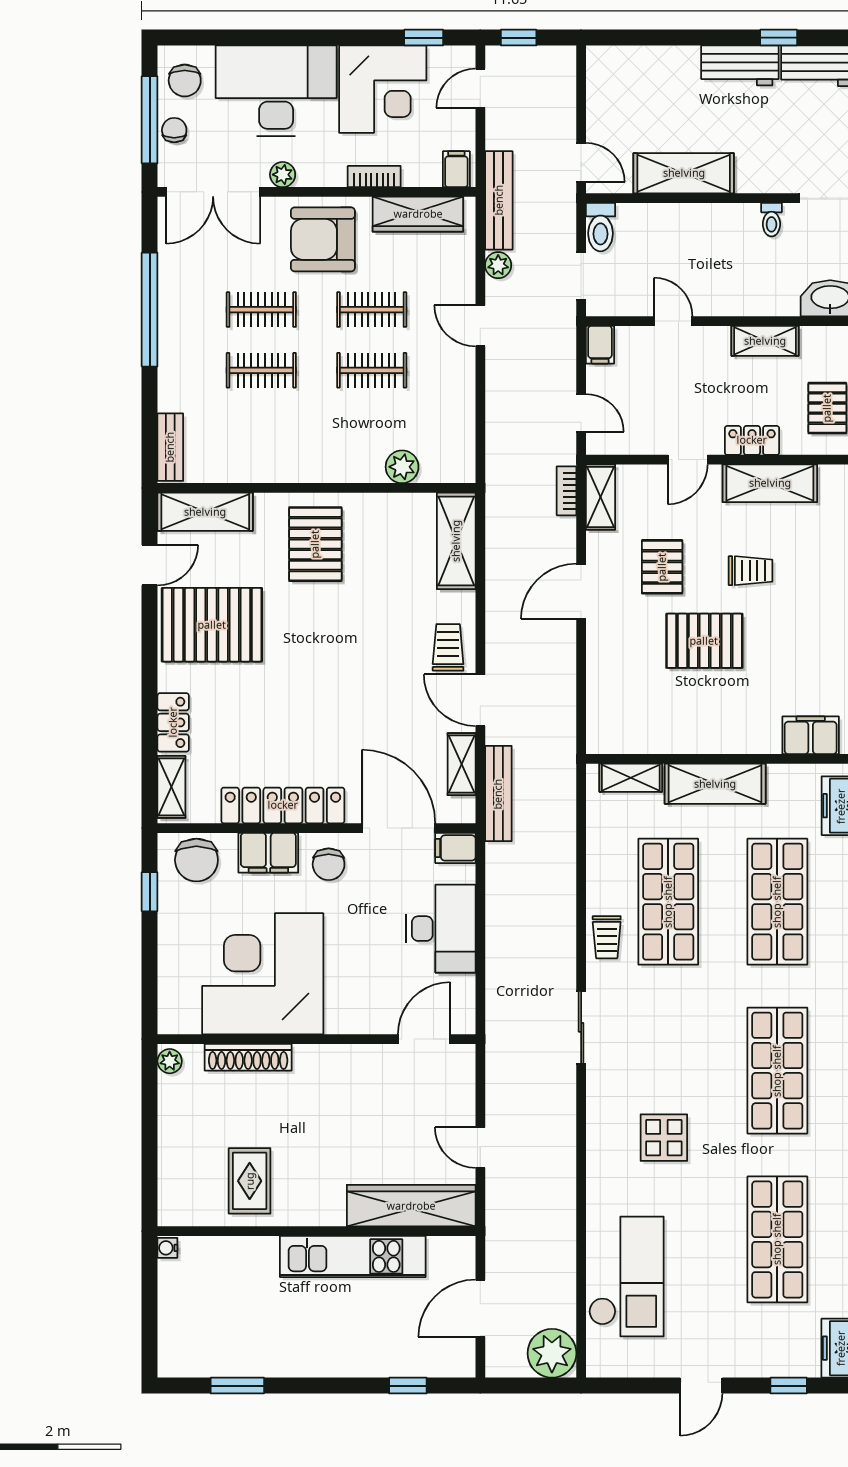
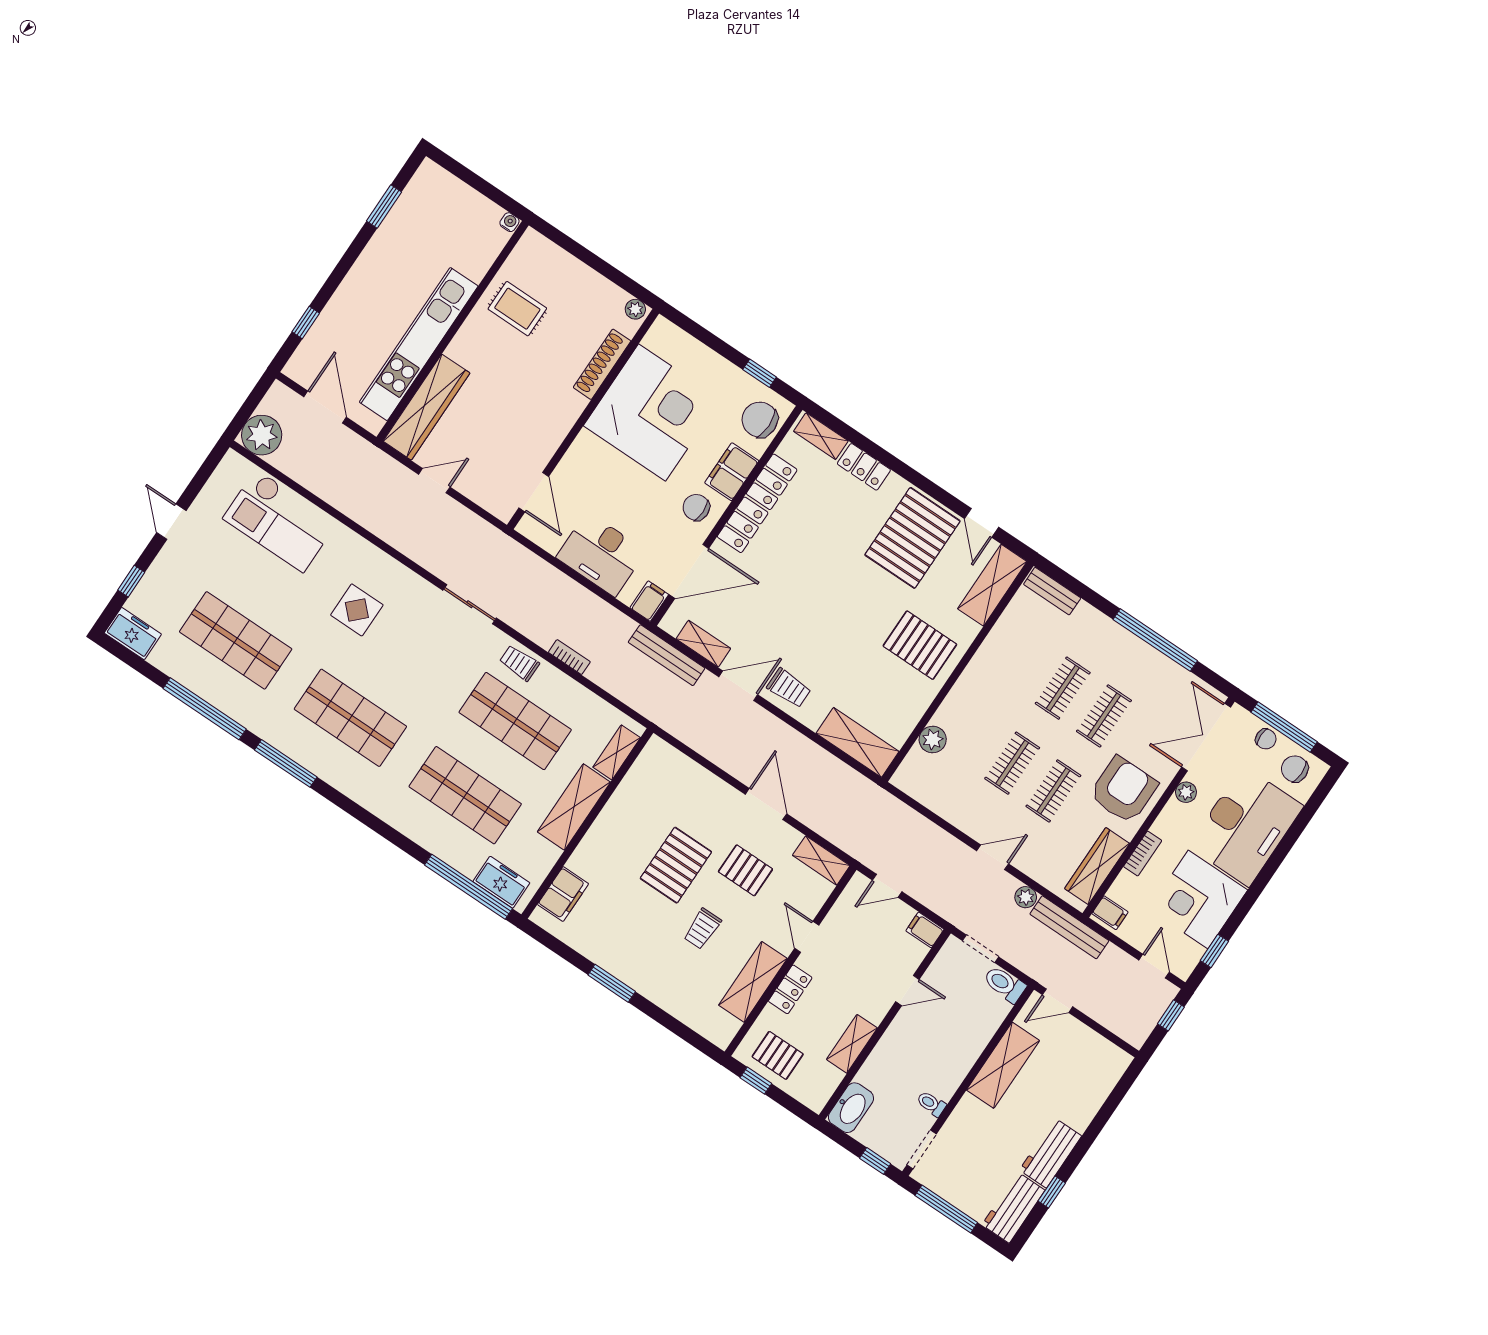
bookcase: (567, 491) -> (569, 657), moved
kitchen unit: (353, 1256) -> (419, 344), width x1.36

